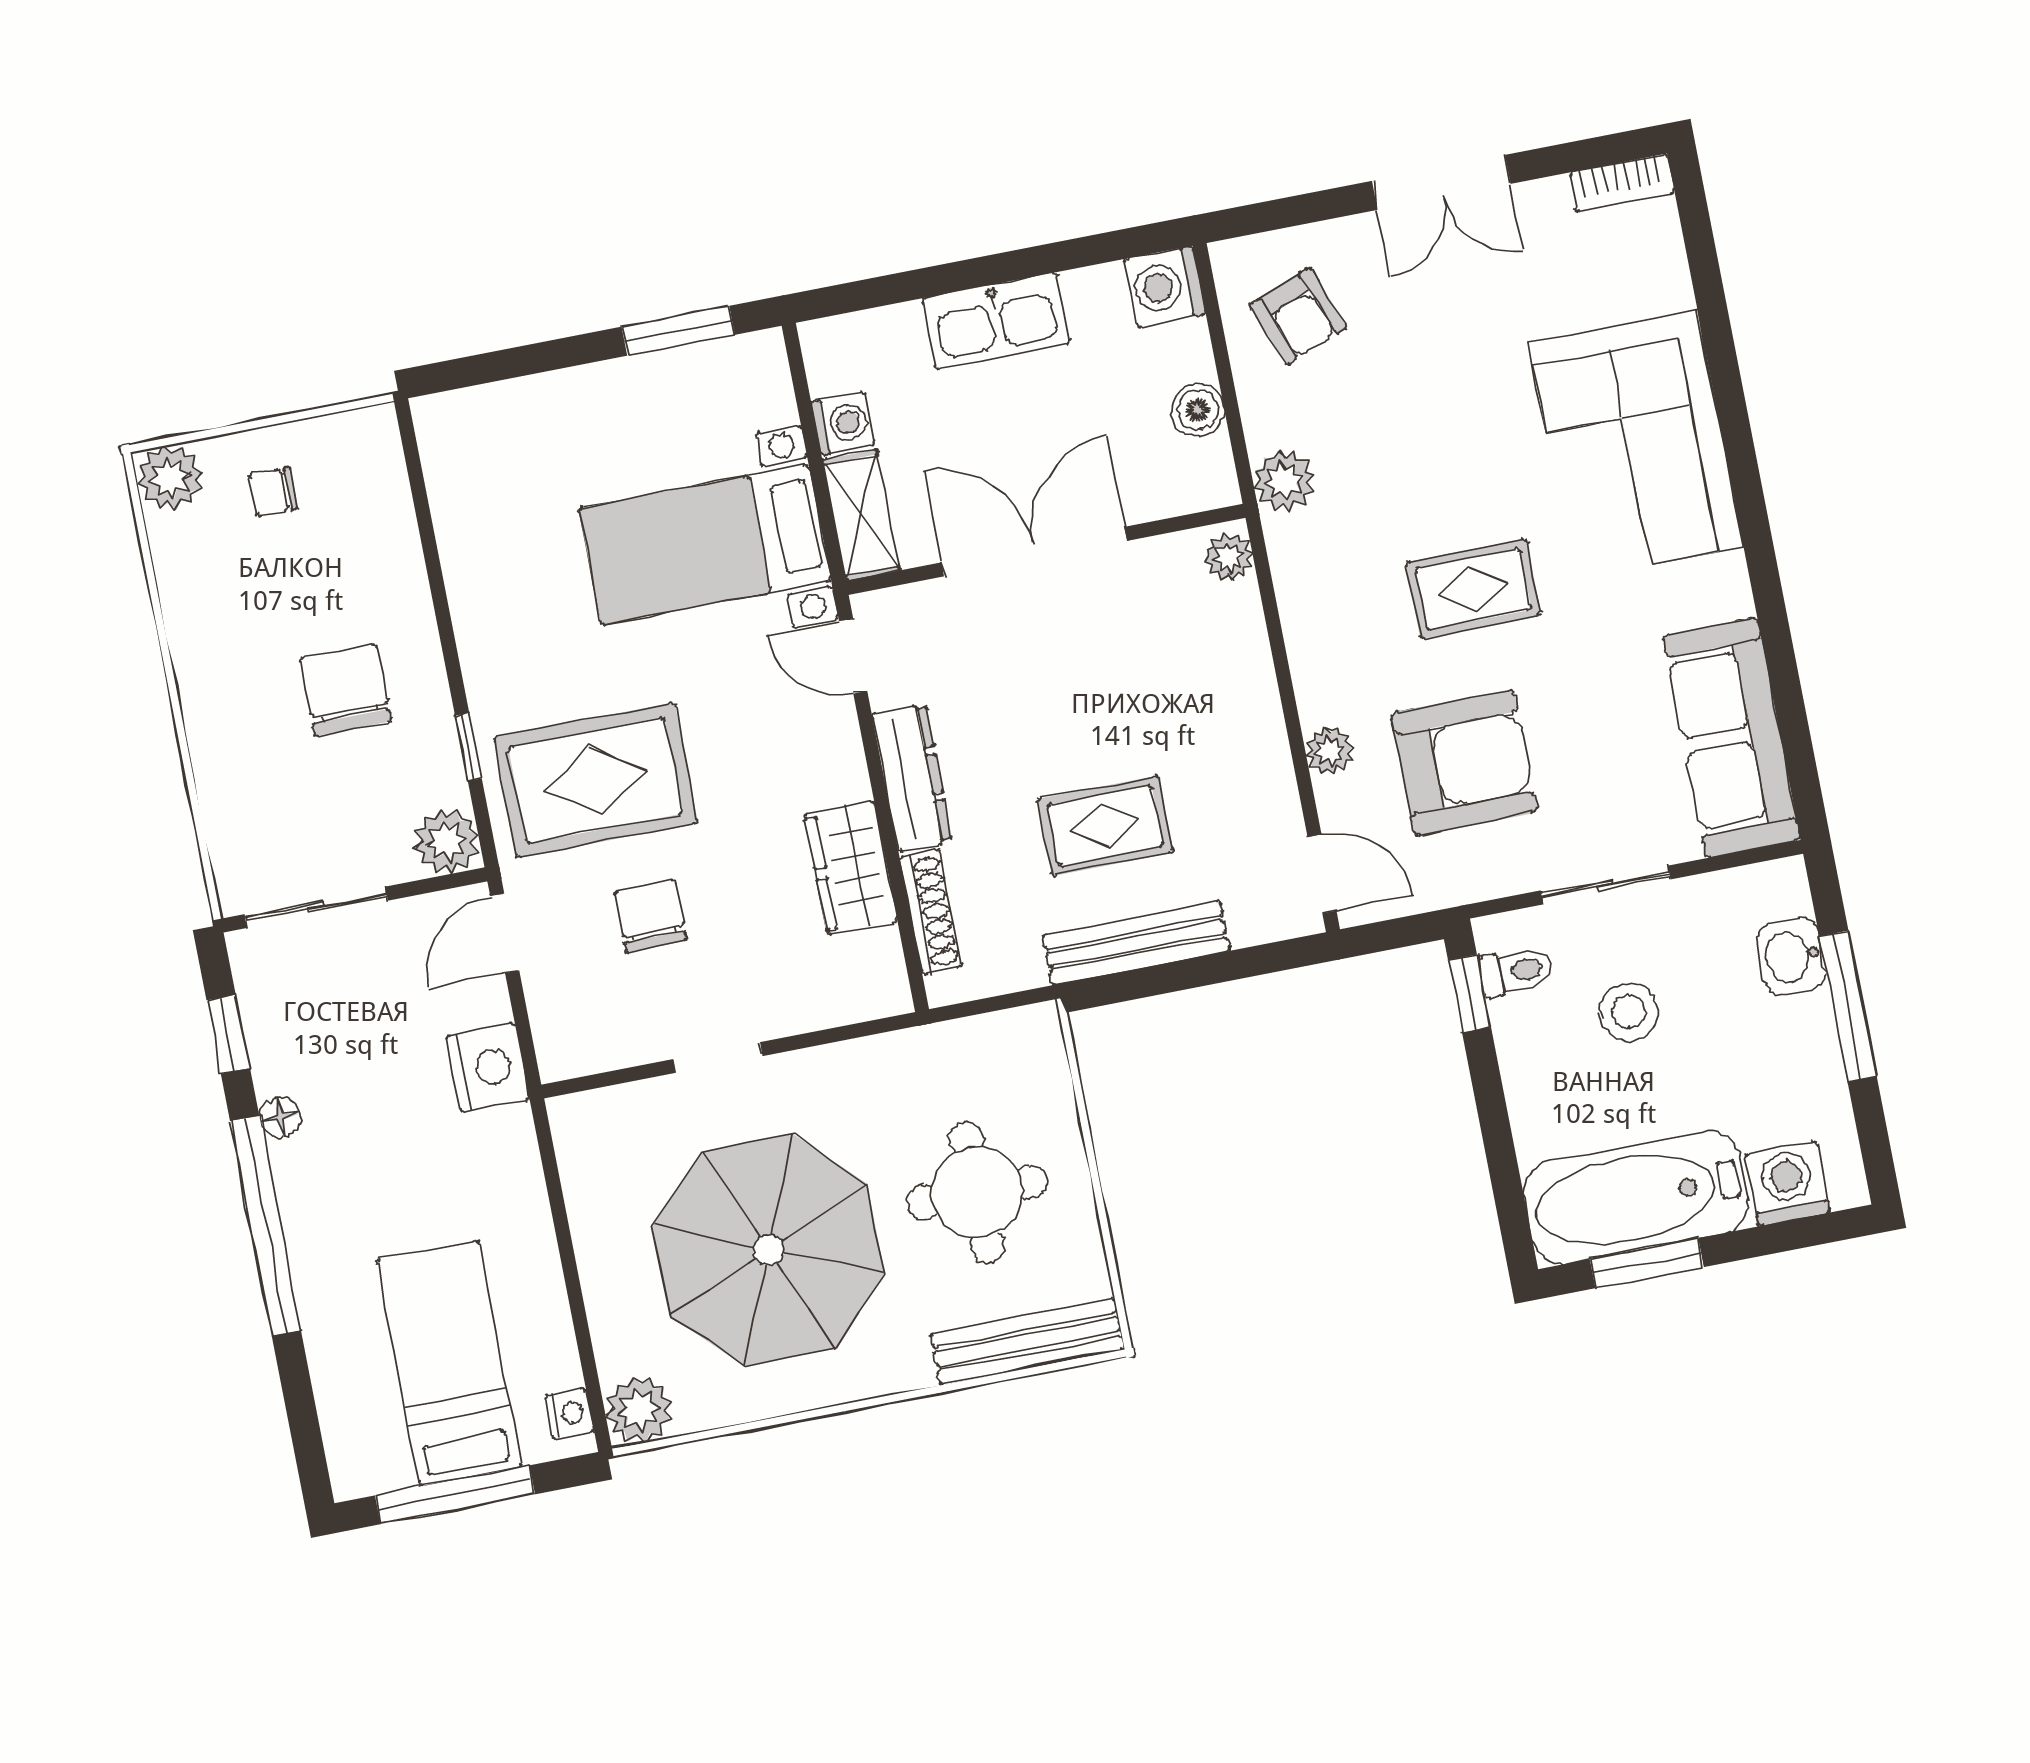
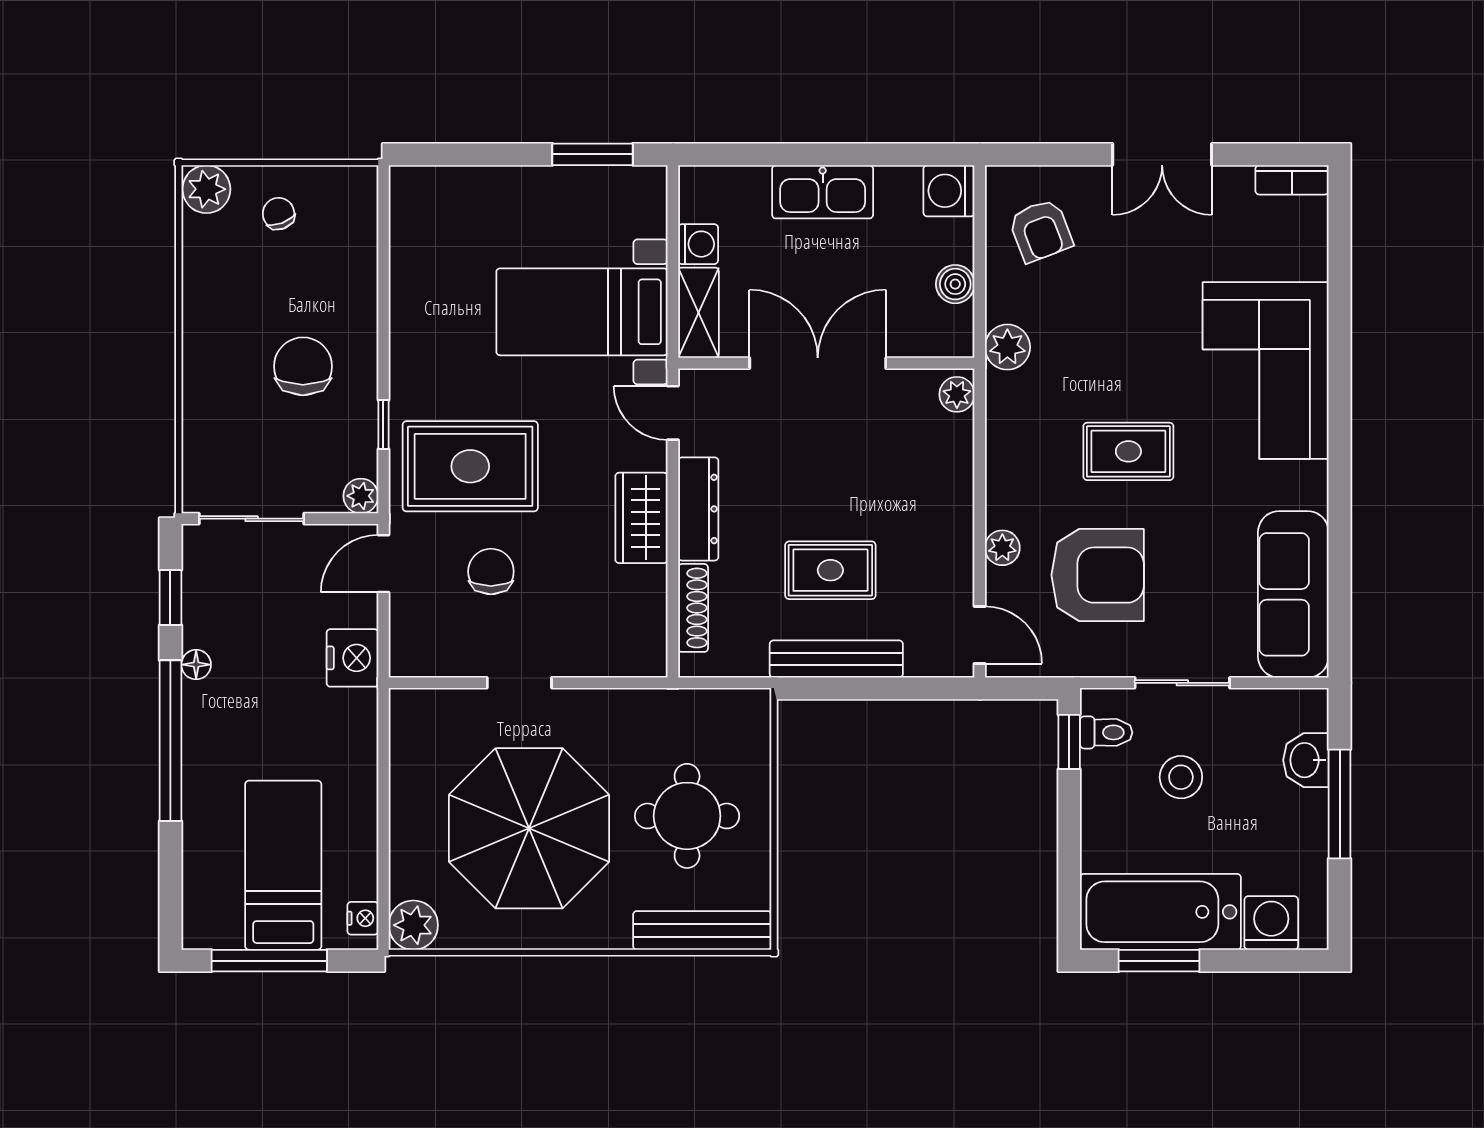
chair: (273, 492) -> (279, 214), turned 69
plant: (446, 842) -> (361, 496), width x0.73, depth x0.73
wardrobe: (851, 868) -> (642, 518), moved

